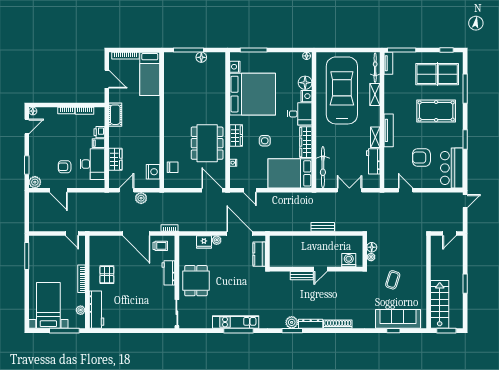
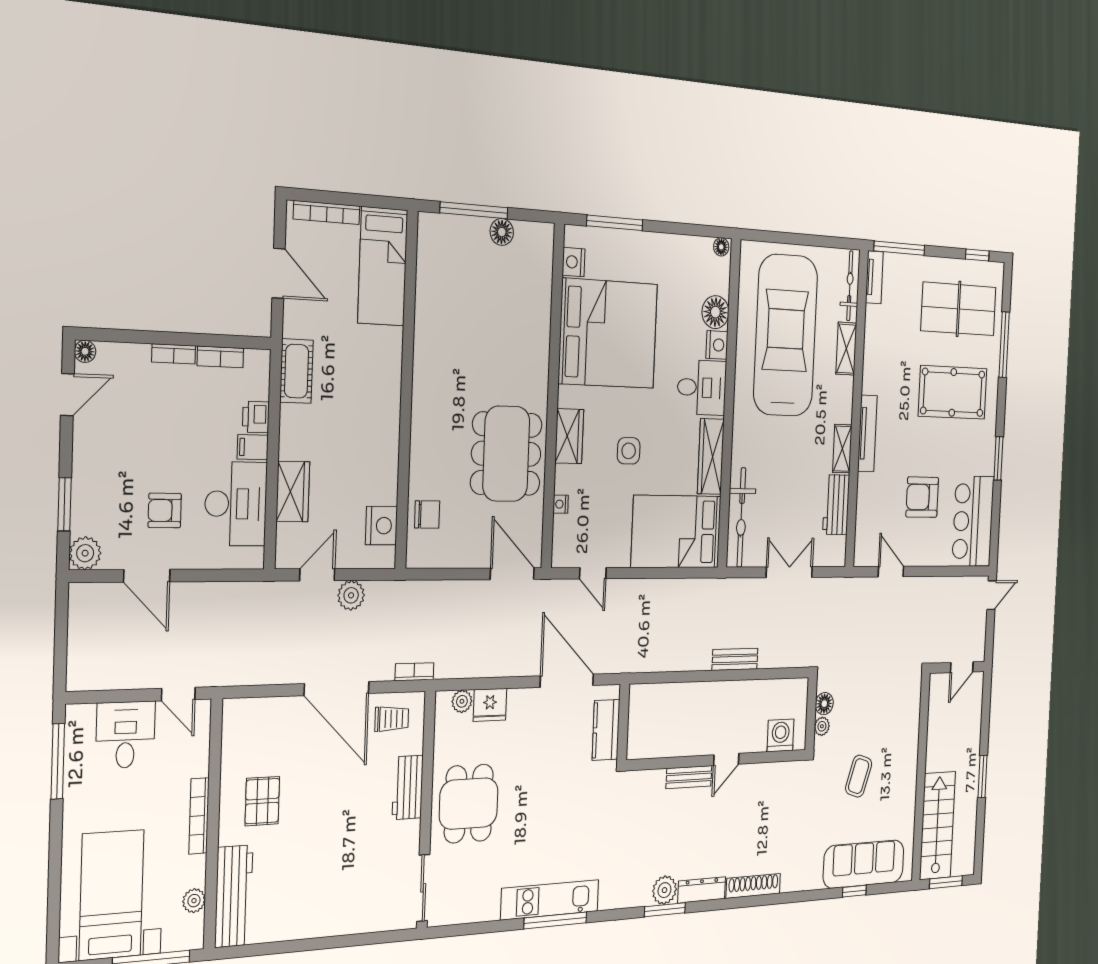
plant: (217, 240) -> (462, 701), moved
desk: (52, 248) -> (126, 735), added

